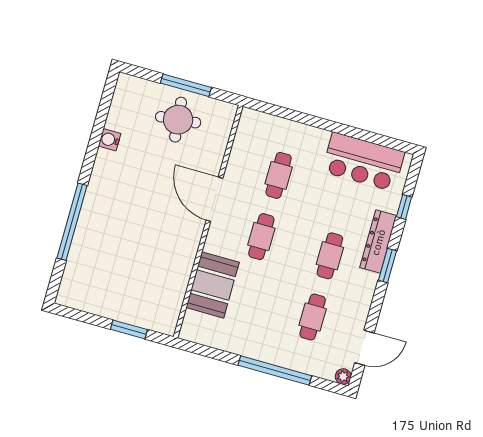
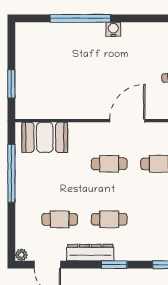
water cooler: (110, 140) -> (113, 29), moved
dresser: (378, 242) -> (90, 253), moved
booth: (213, 285) -> (45, 137), moved
window: (275, 371) -> (11, 173), moved

